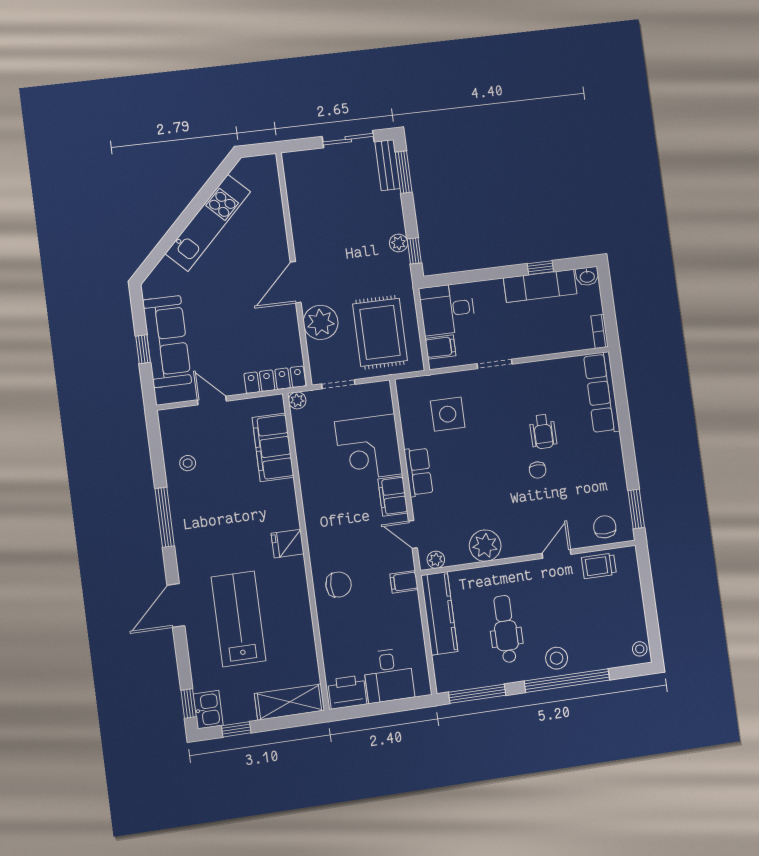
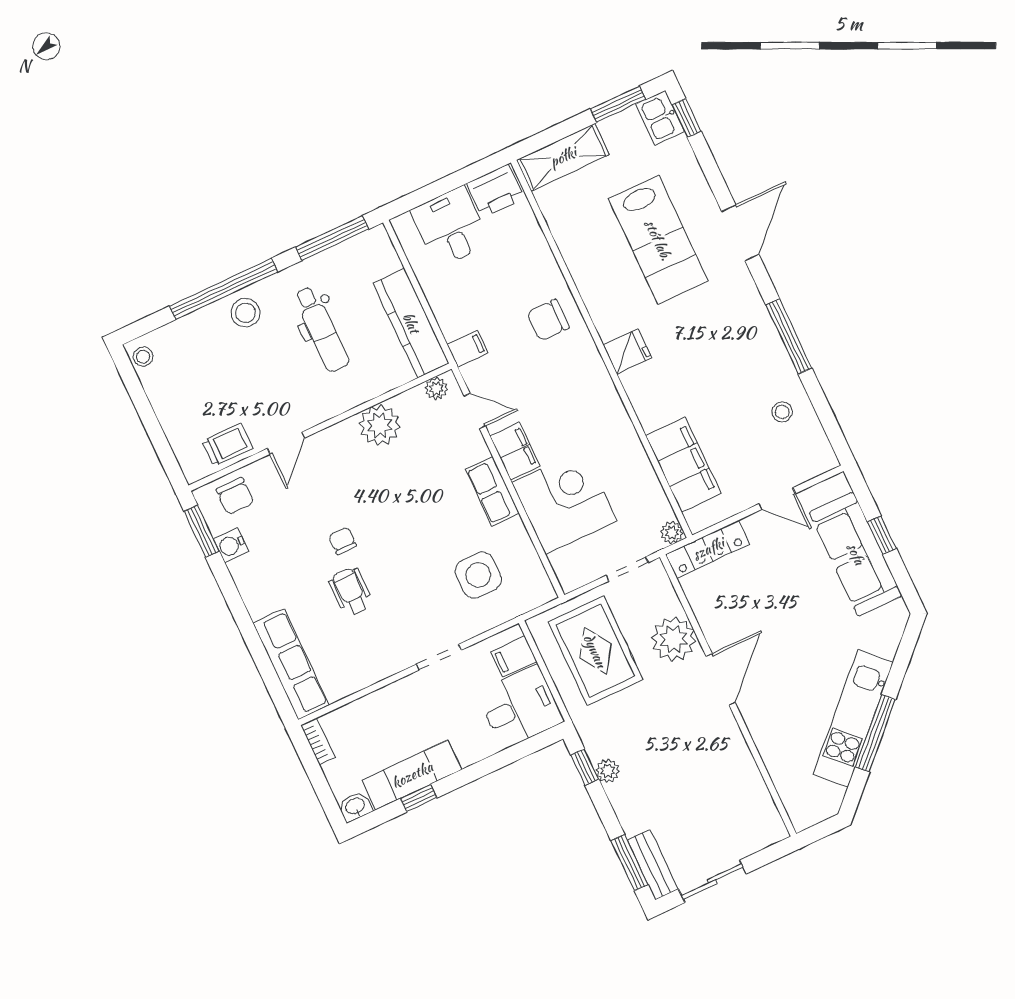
window: (195, 207) -> (875, 733), added
water cooler: (618, 492) -> (231, 545), added
window: (236, 729) -> (618, 104), width x1.50

